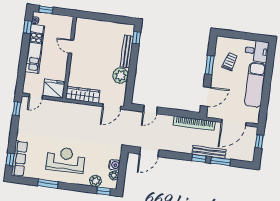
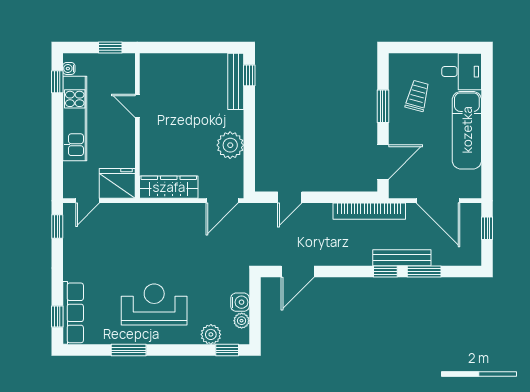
window: (46, 10) -> (110, 48), moved
bench: (127, 52) -> (236, 81), moved
door: (234, 122) -> (438, 201), hinge flipped

